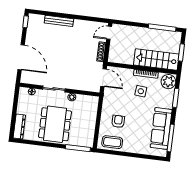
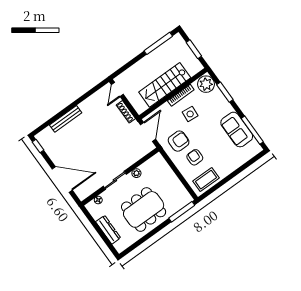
stairs: (156, 60) -> (165, 85), moved
door: (103, 78) -> (148, 132), hinge flipped
armchair: (117, 102) -> (179, 141), added
dining table: (55, 124) -> (144, 209), turned 90
dresser: (19, 127) -> (108, 230), moved
sofa: (161, 128) -> (237, 130), width x0.73

